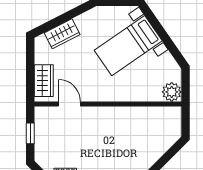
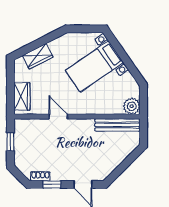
door: (69, 104) -> (58, 117), moved
bench: (155, 114) -> (117, 125), added

